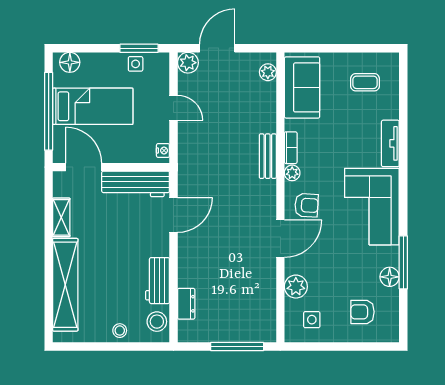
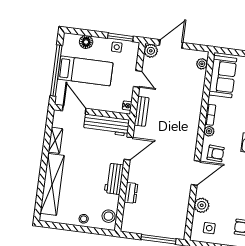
floor lamp: (70, 62) -> (86, 42), moved
bench: (268, 156) -> (142, 111), moved
workbench: (158, 281) -> (114, 179), moved
dresser: (186, 304) -> (131, 193), moved

